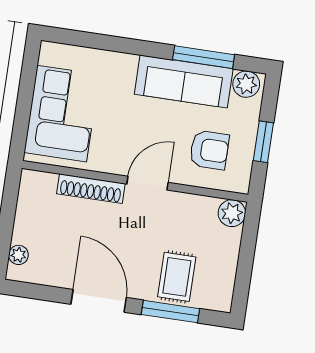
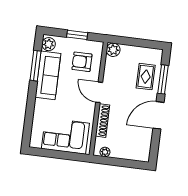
armchair: (209, 150) -> (82, 62), turned -90
plant: (18, 255) -> (105, 152), moved
rug: (177, 277) -> (146, 77), turned 90

